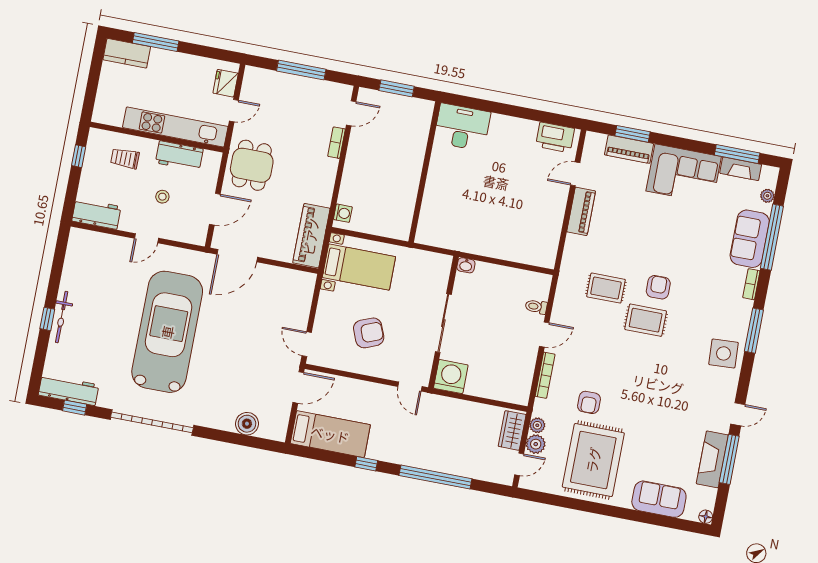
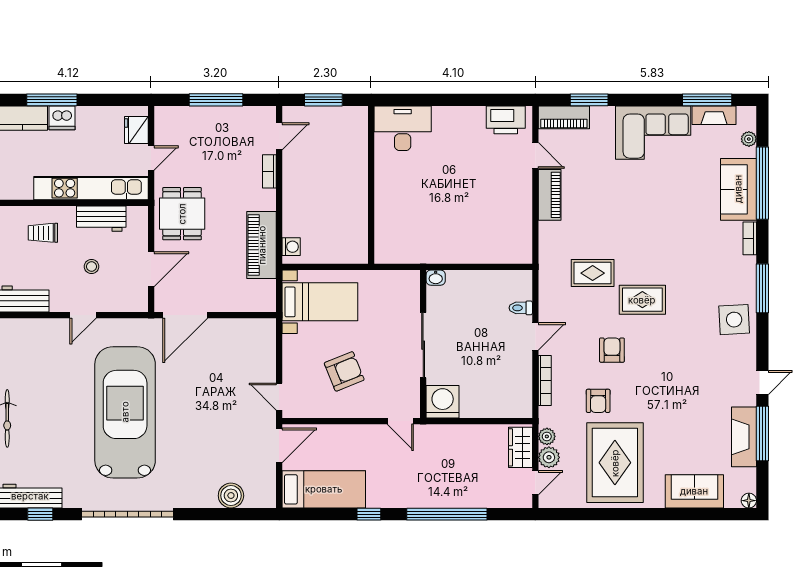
dishwasher: (161, 60) -> (62, 118), added
piano: (629, 149) -> (564, 117), moved
door: (575, 174) -> (535, 155), swing flipped
piano: (311, 236) -> (262, 245), moved
armchair: (658, 287) -> (612, 350), moved

